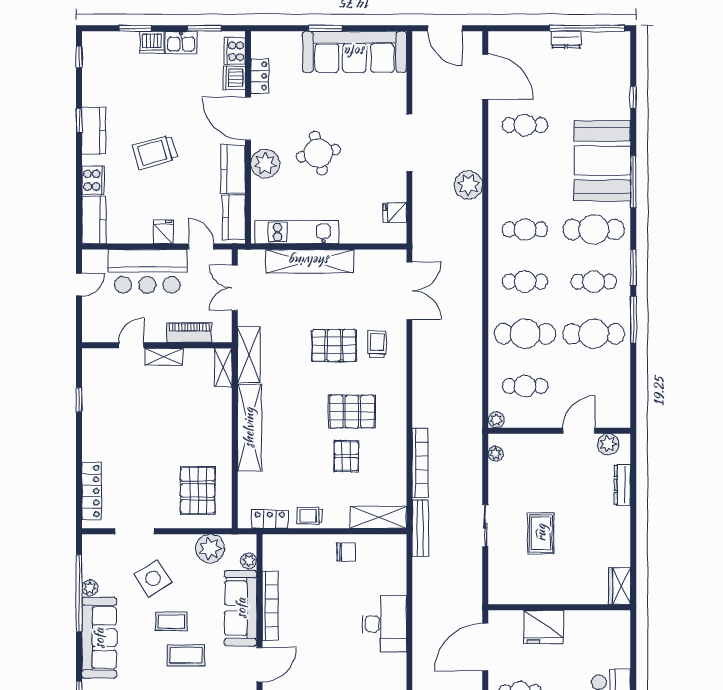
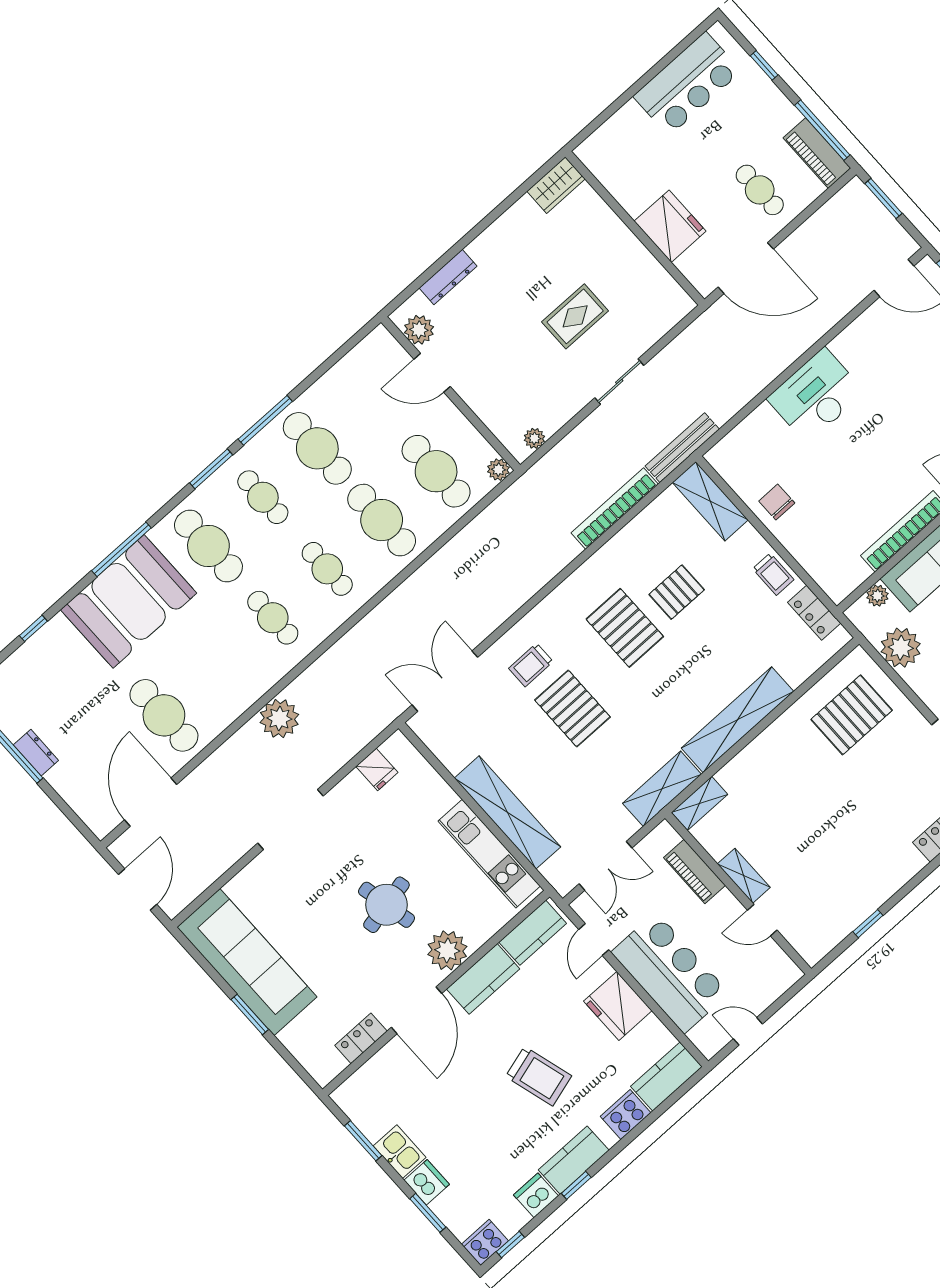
cooker: (235, 51) -> (485, 1242), moved, turned 180
dishwasher: (234, 78) -> (536, 1195), moved, turned 180
cafe table: (525, 125) -> (164, 715), width x1.37, depth x1.35
fridge: (163, 232) -> (618, 1006), width x1.88, depth x1.34
cafe table: (525, 386) -> (436, 471), width x1.37, depth x1.35

